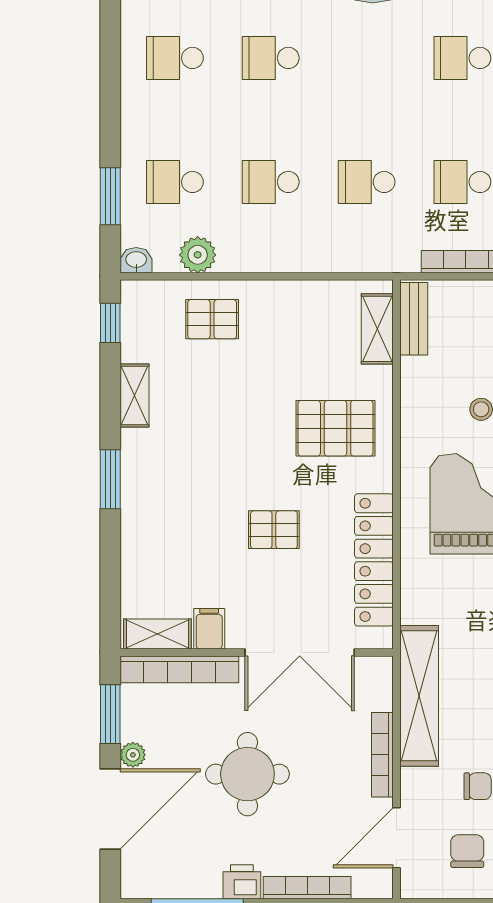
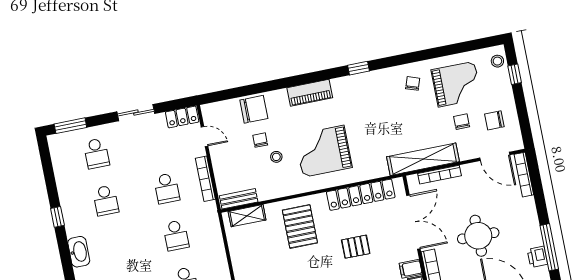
pallet: (274, 530) -> (356, 247), turned 90
bookcase: (382, 755) -> (439, 175), moved
printer: (242, 882) -> (537, 257), moved
bookcase: (307, 888) -> (524, 175), moved

